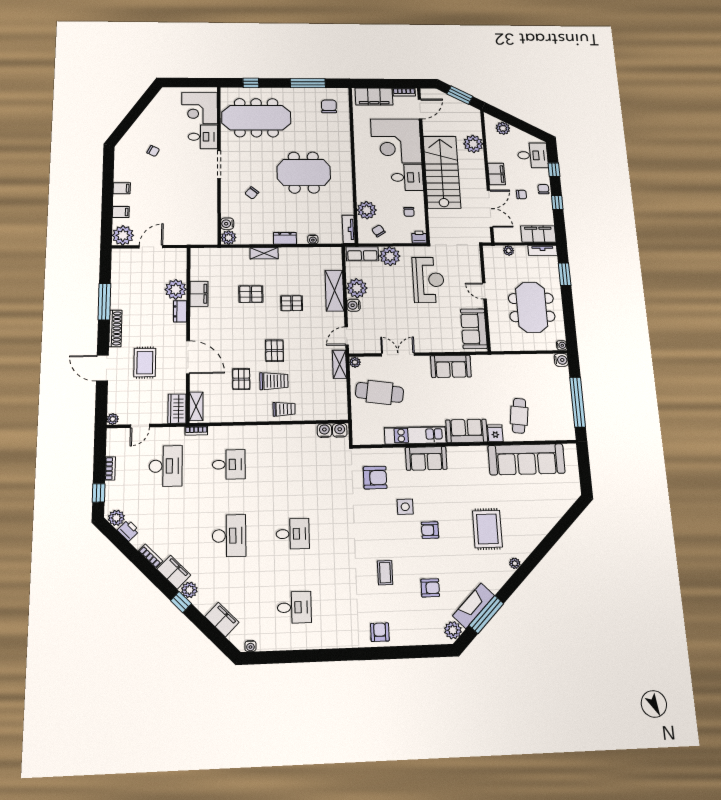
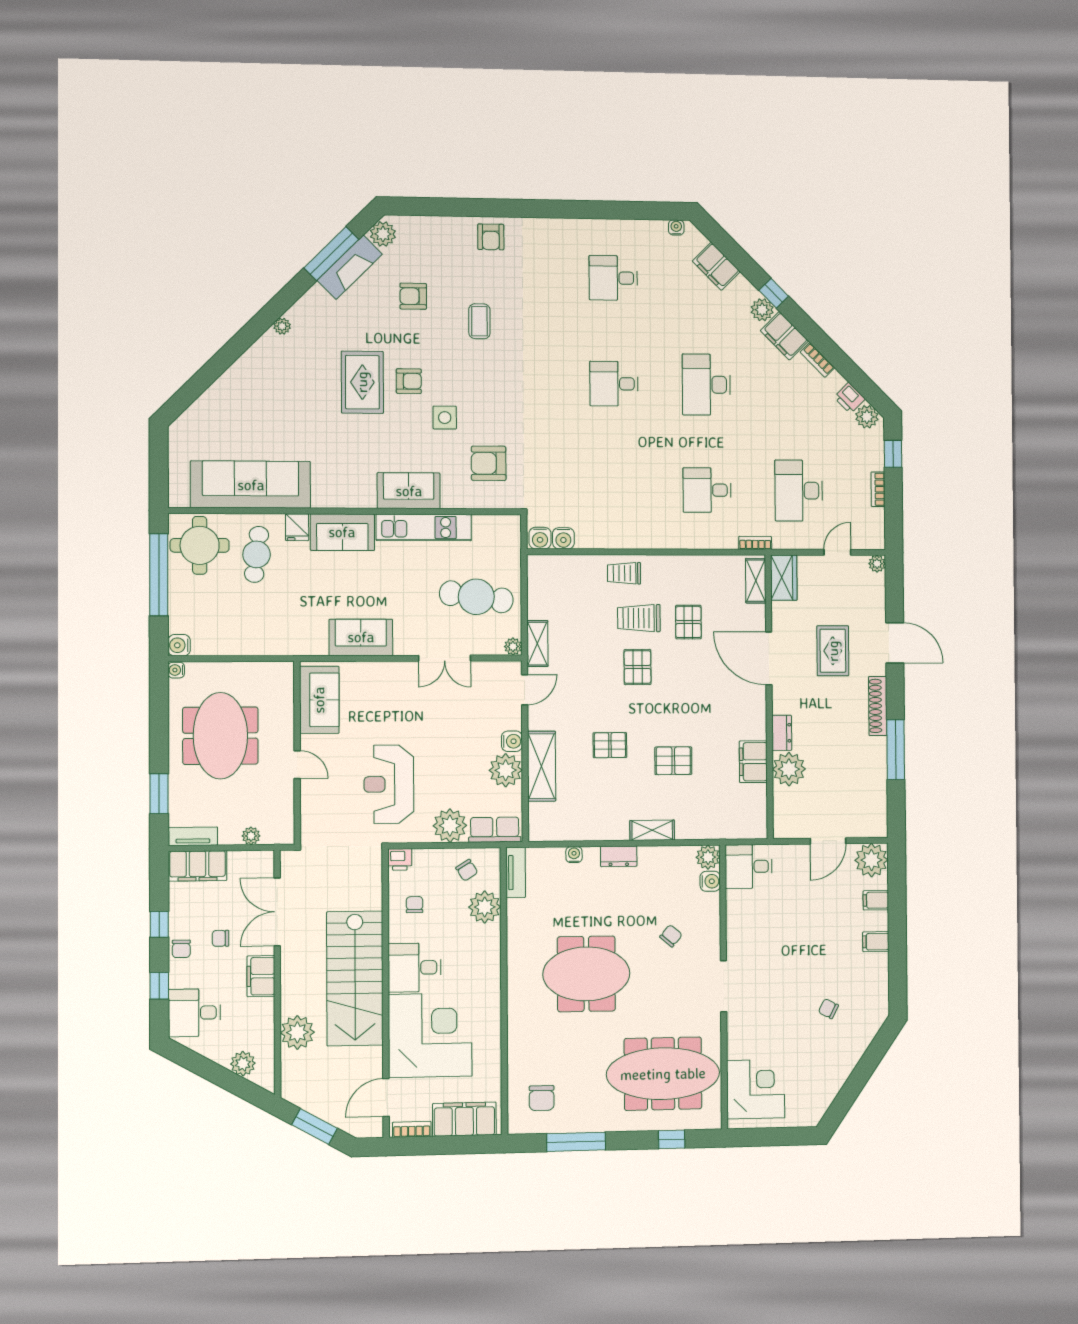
desk: (203, 137) -> (749, 866), moved
round table: (555, 421) -> (200, 545), added
rug: (487, 529) -> (362, 382), moved

